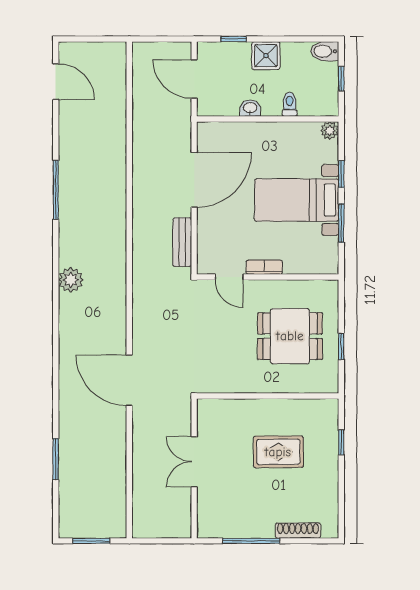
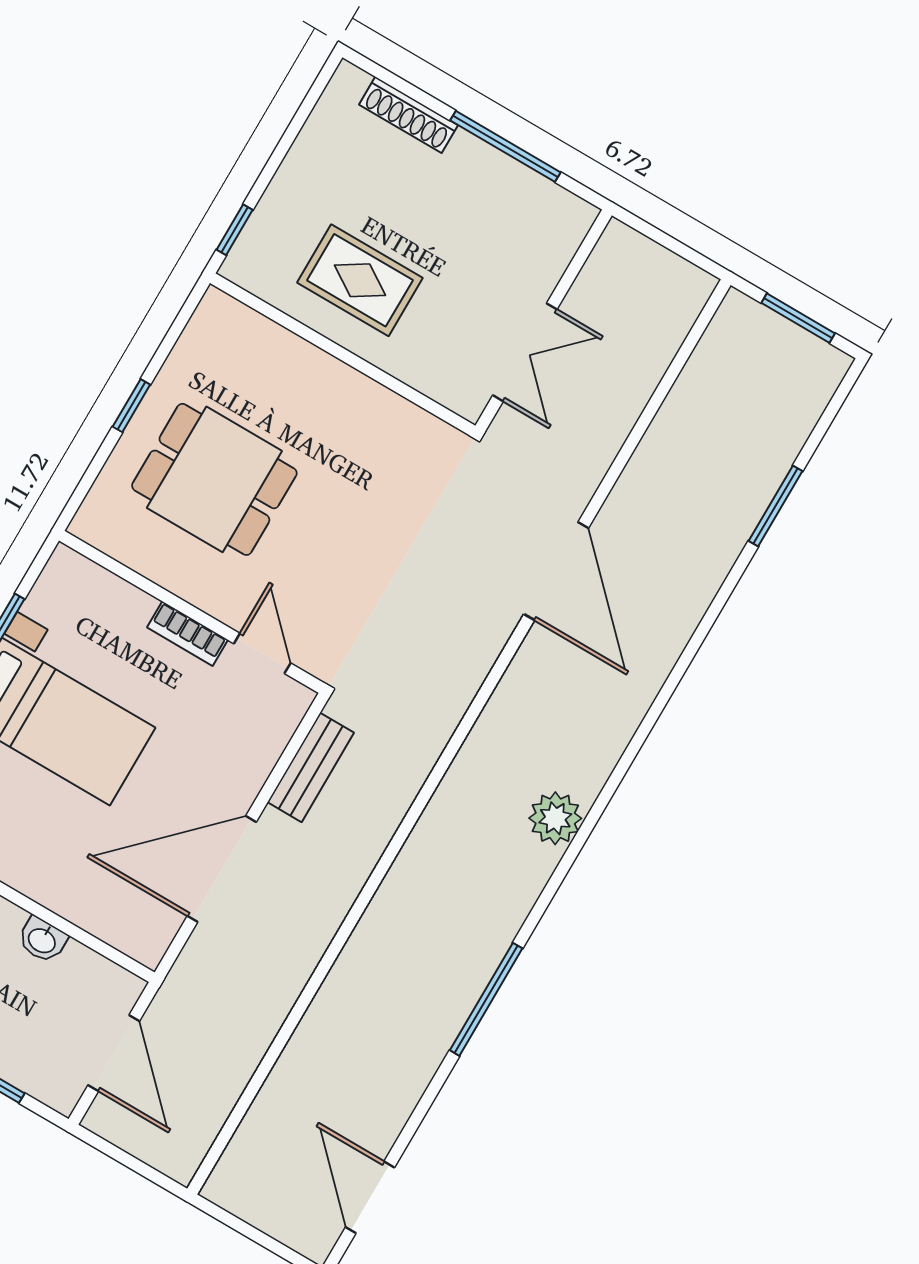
wall: (268, 396) -> (343, 354), moved

